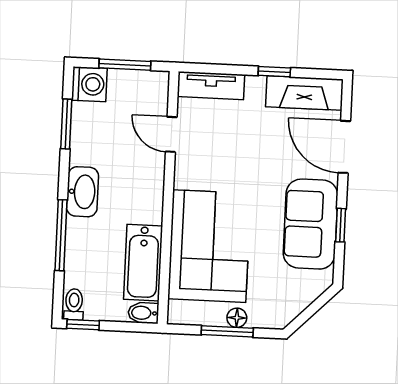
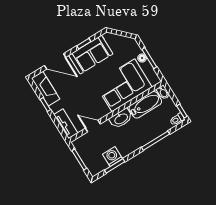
washing machine: (89, 84) -> (113, 156), moved
door: (171, 134) -> (93, 126), swing flipped
door: (344, 147) -> (55, 61), hinge flipped
washbasin: (83, 192) -> (121, 119), moved, turned 180

